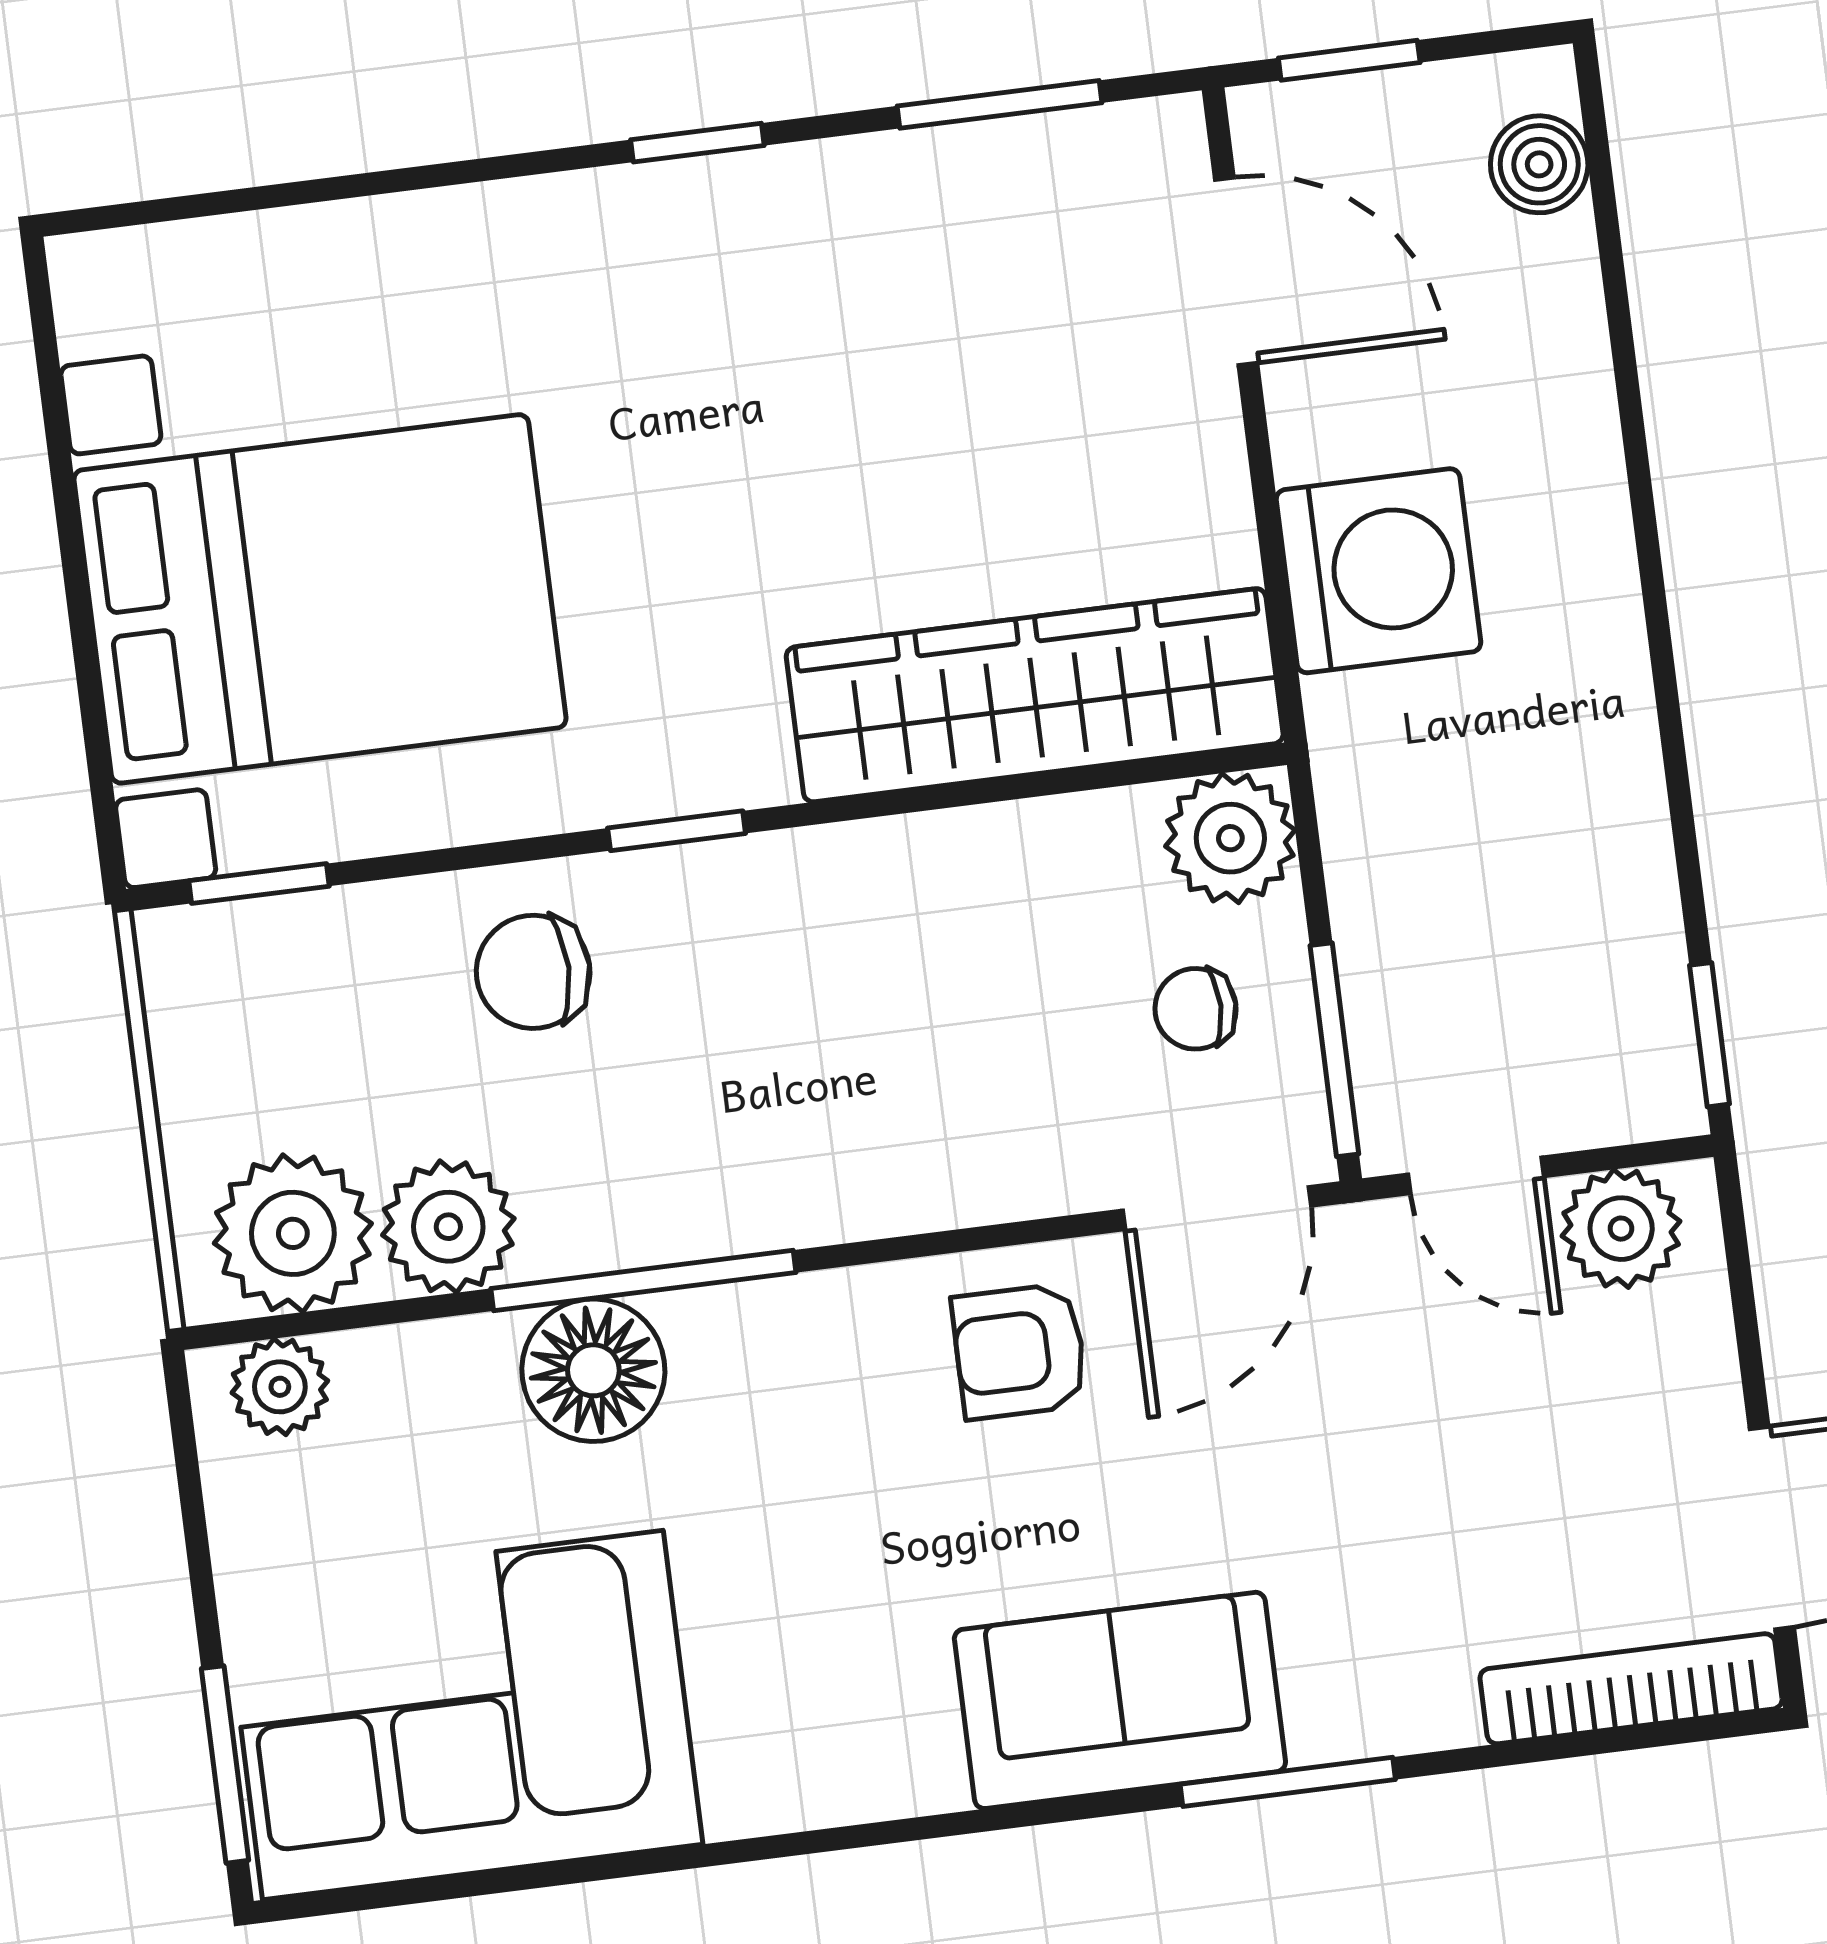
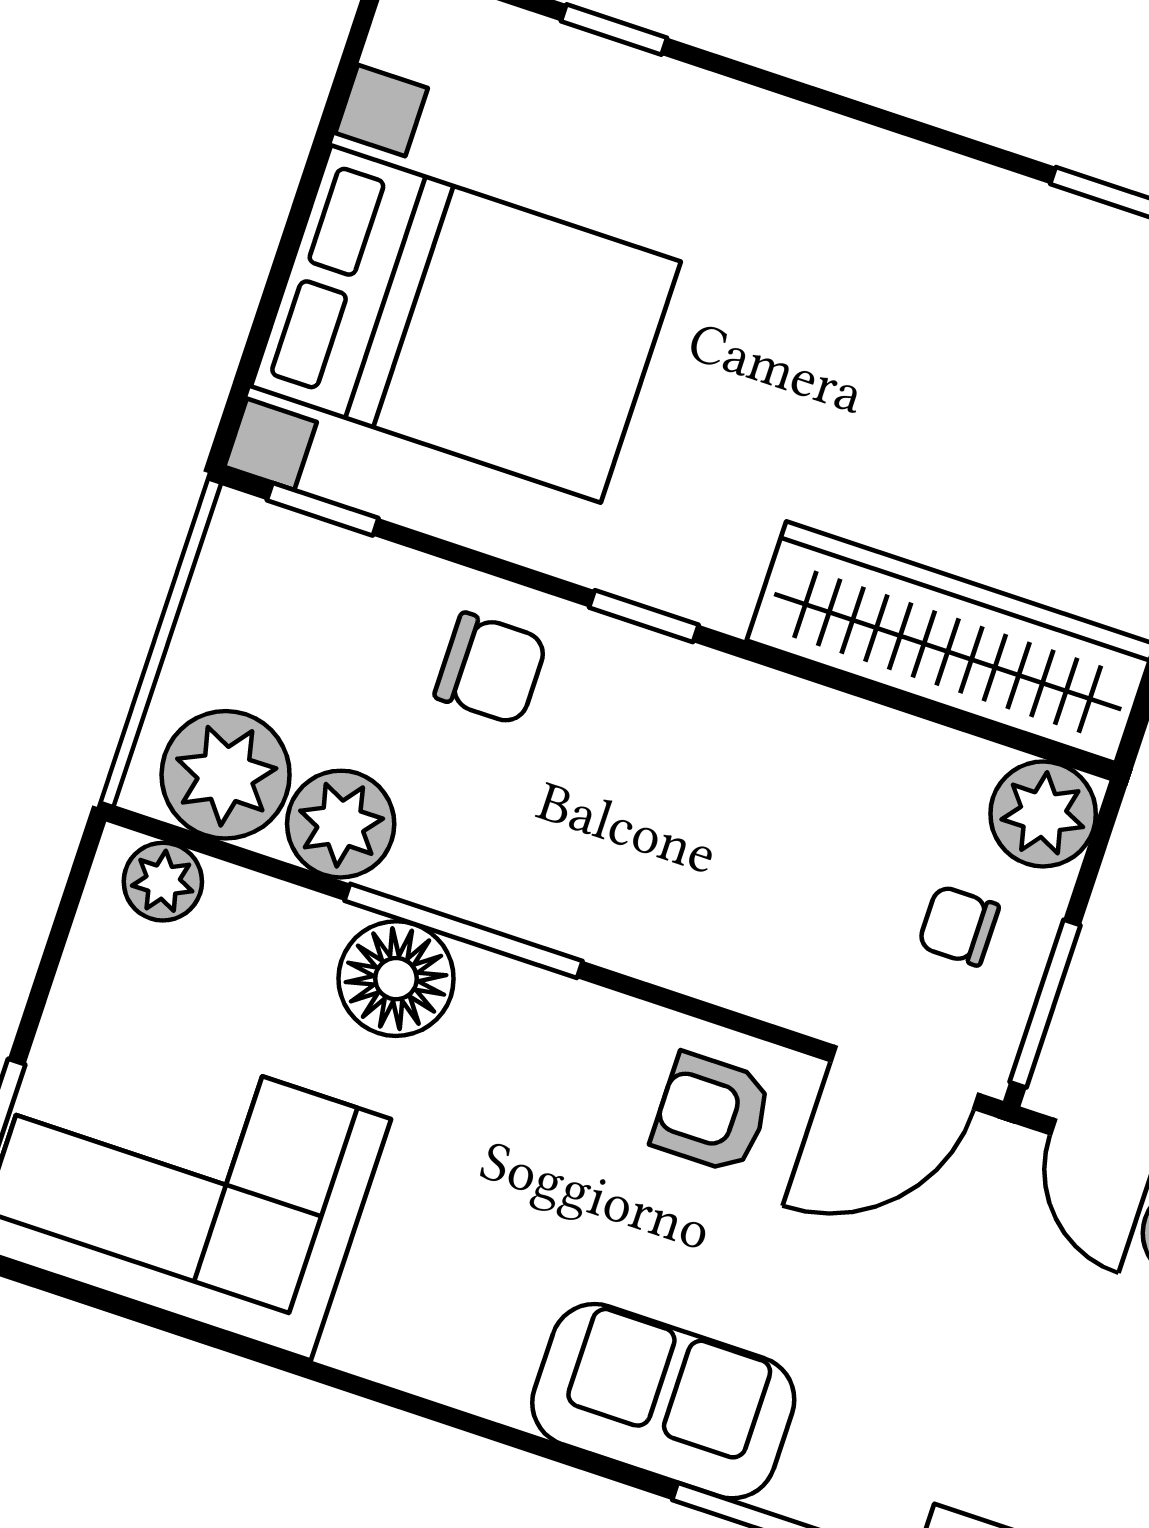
window: (697, 143) -> (614, 30), moved
chair: (533, 972) -> (491, 669), turned 180

